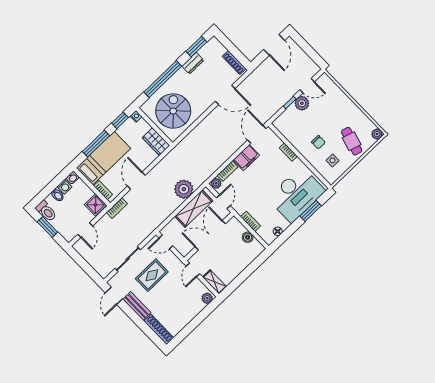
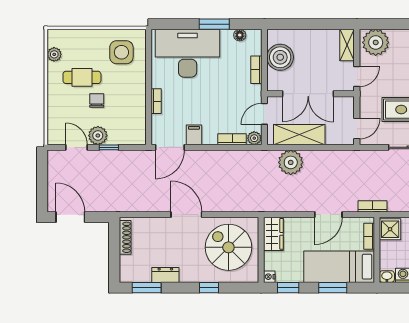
door: (274, 45) -> (70, 217), hinge flipped
window: (163, 79) -> (209, 288), width x0.32
door: (225, 95) -> (186, 215), moved
spiral stairs: (173, 111) -> (228, 247), turned 90
plant: (377, 134) -> (54, 54), moved
cafe table: (352, 141) -> (82, 77), moved, turned 74
chair: (318, 142) -> (97, 101), moved
window: (96, 144) -> (333, 288), width x0.69
filing cabinet: (246, 158) -> (194, 135), width x0.50
side table: (333, 160) -> (121, 52), width x1.87, depth x1.87
window: (311, 211) -> (214, 24), moved
boiler: (248, 237) -> (280, 57), width x1.86, depth x1.86
door: (166, 242) -> (357, 128), hinge flipped
plant: (207, 298) -> (376, 42), width x1.87, depth x1.87

